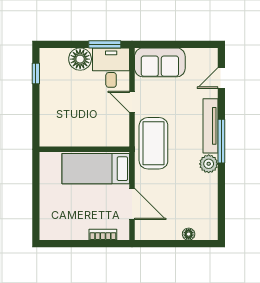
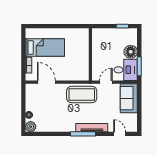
wall: (84, 149) -> (90, 54), moved
plant: (209, 164) -> (31, 127), moved
bed: (96, 169) -> (45, 47), moved, turned 90
door: (132, 204) -> (46, 82), swing flipped

